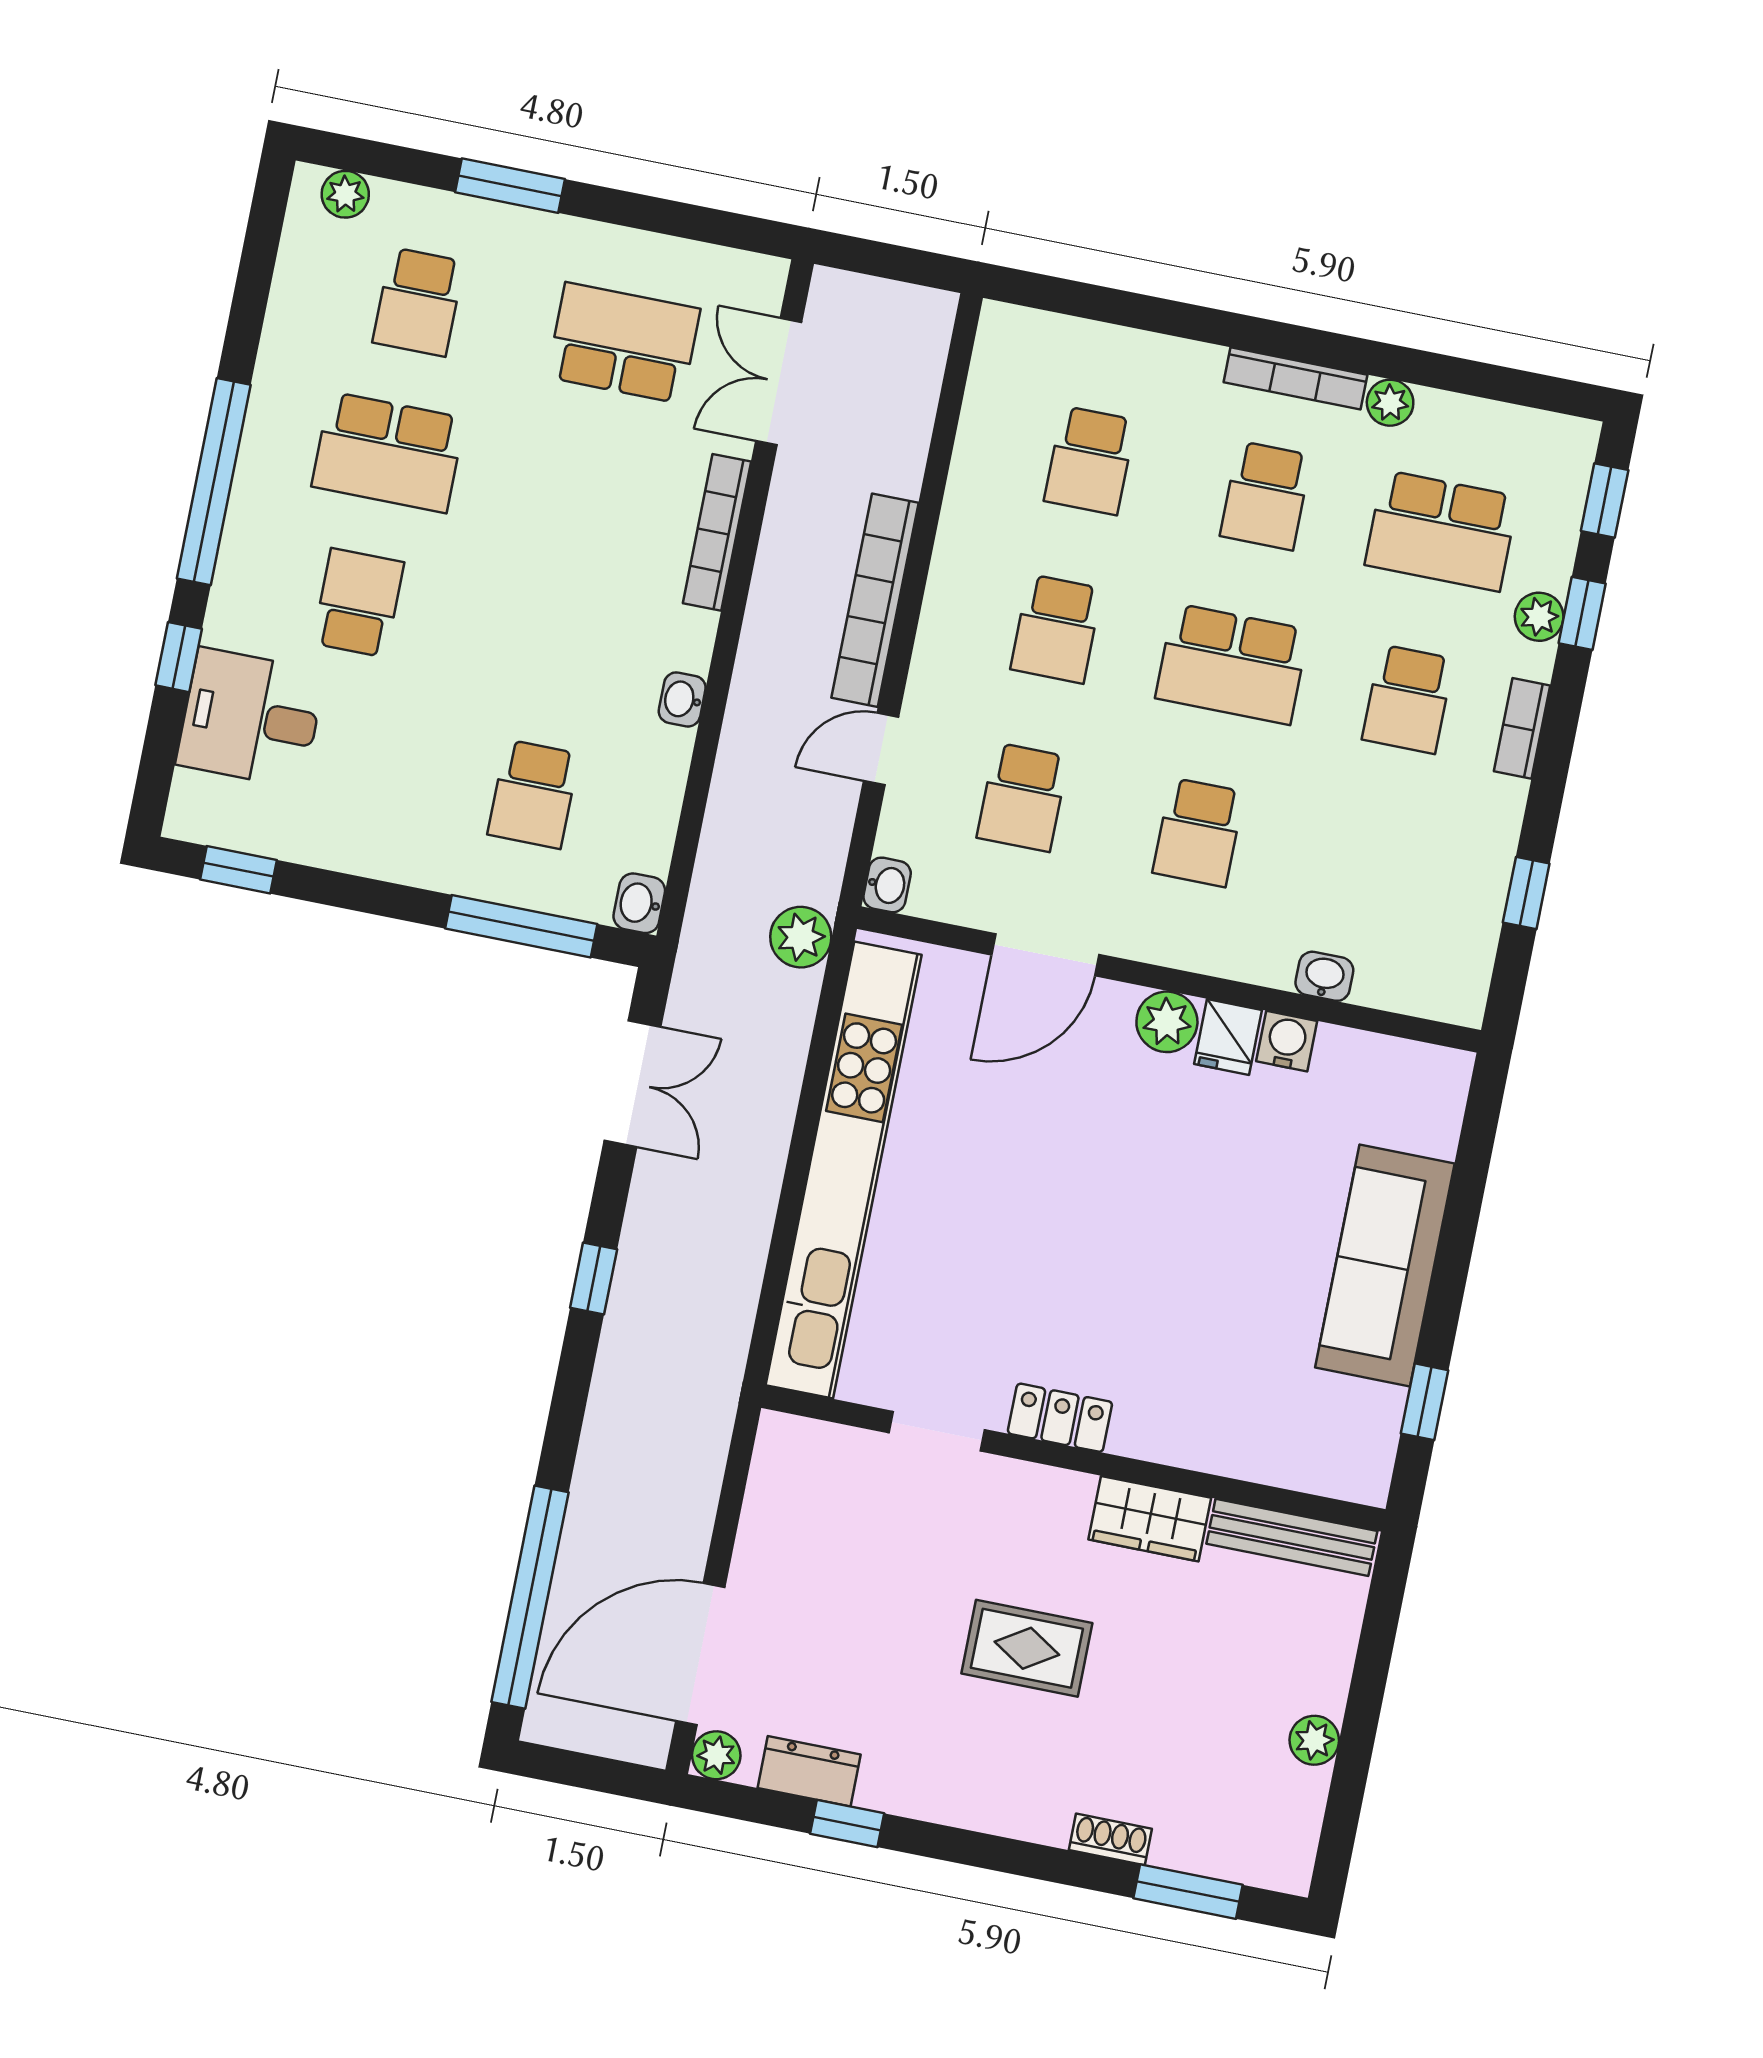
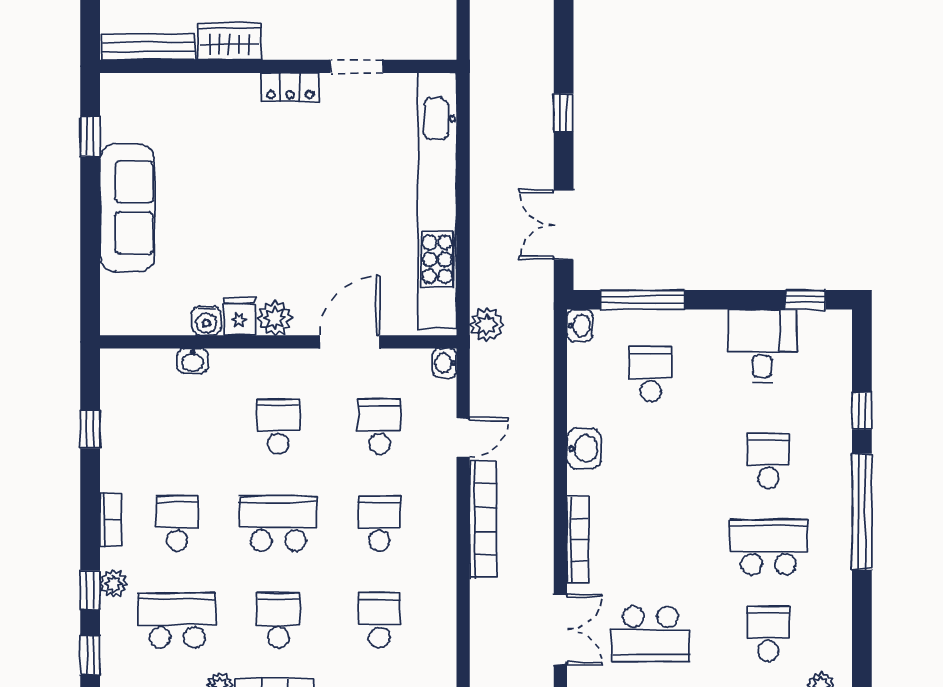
school desk: (358, 603) -> (768, 461), turned 180
washbasin: (682, 699) -> (584, 449), width x1.38, depth x1.45
desk: (251, 718) -> (762, 346), moved, turned -90

